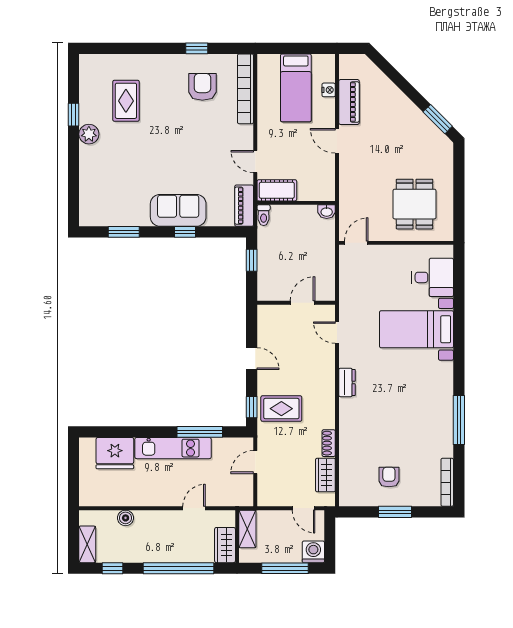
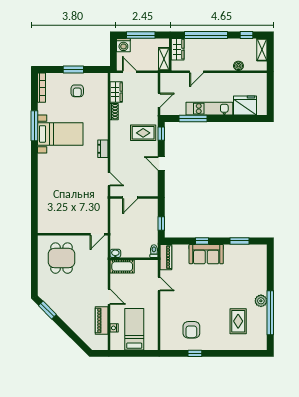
bookcase: (245, 89) -> (165, 329), removed
window: (73, 115) -> (270, 313), width x3.17
cot: (277, 190) -> (122, 266), moved
desk: (433, 277) -> (50, 213), removed
bed with nightstands: (417, 329) -> (60, 134), moved

